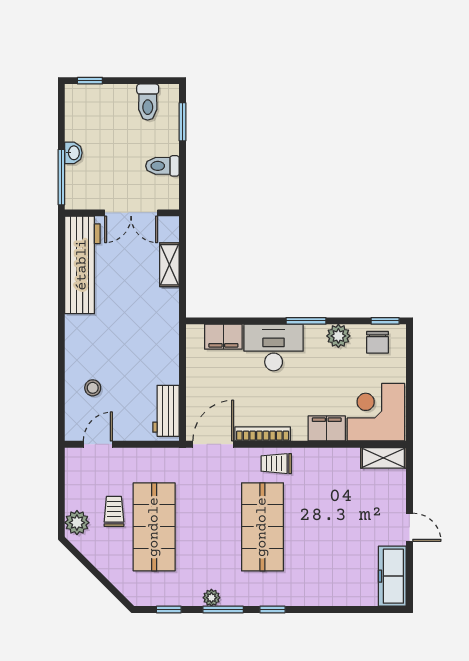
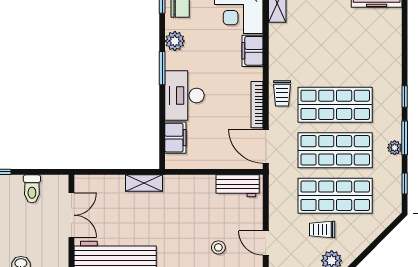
shelving: (169, 265) -> (144, 183), moved
shop shelf: (208, 527) -> (335, 150), added

